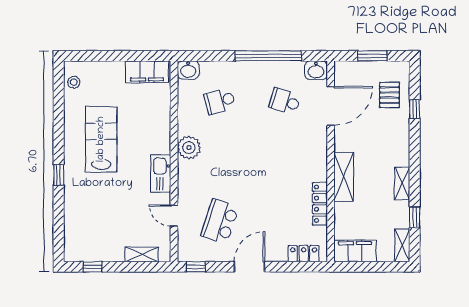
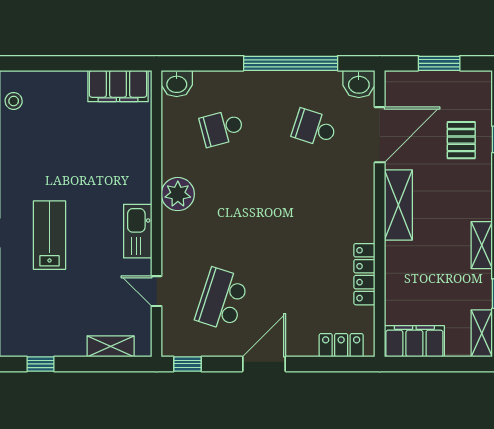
pallet: (389, 95) -> (461, 140), moved
lab bench: (101, 139) -> (50, 235), moved, width x0.73, depth x0.72
shelving: (344, 177) -> (398, 205), moved

